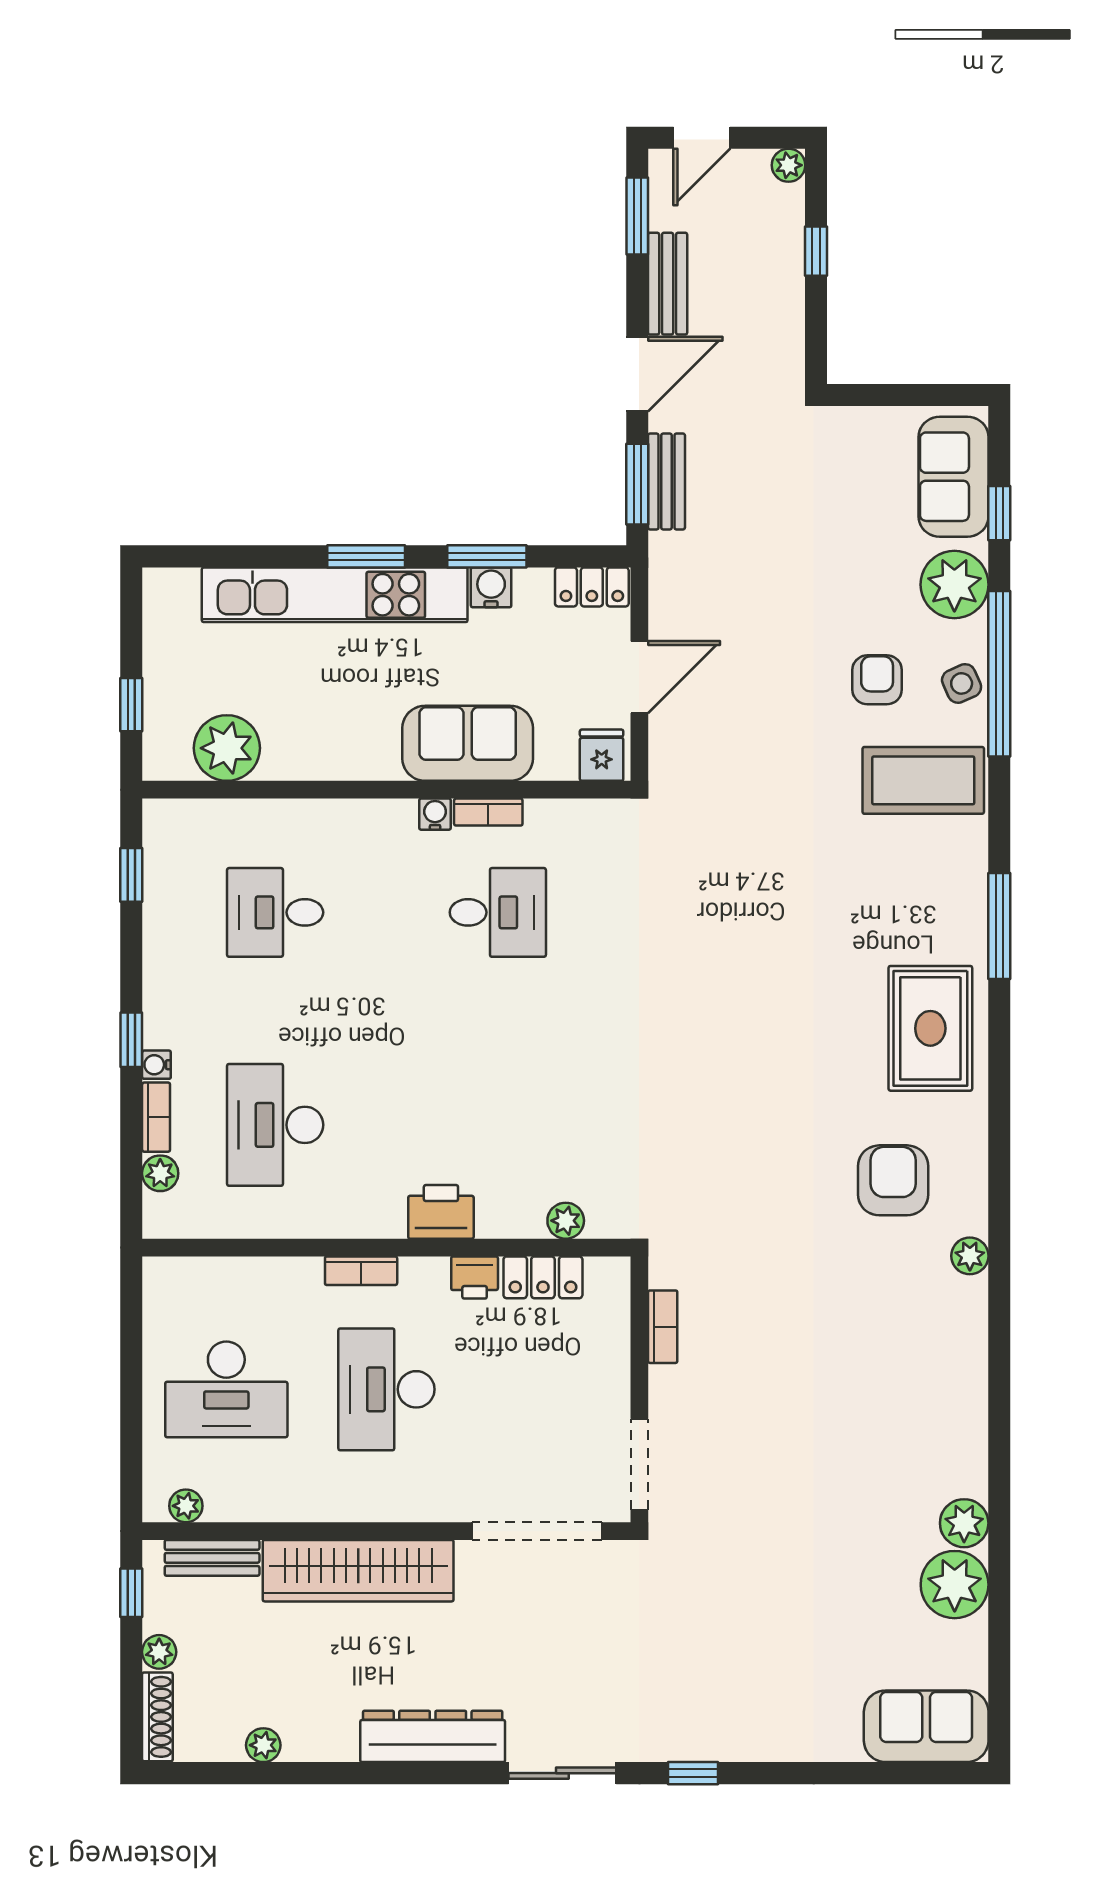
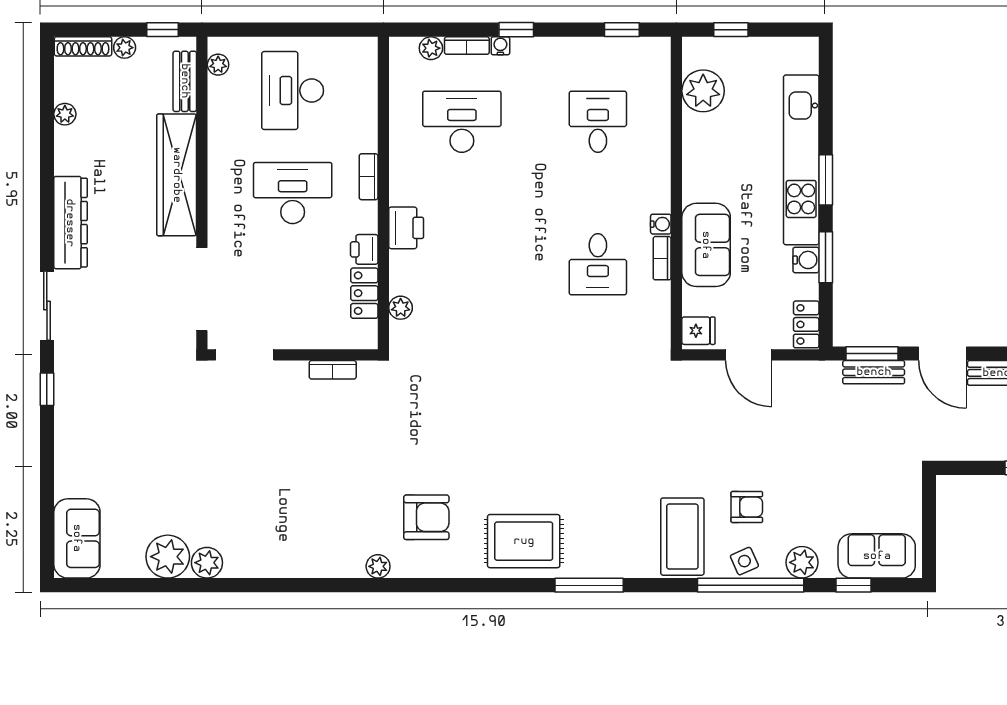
plant: (954, 585) -> (802, 562), width x0.73, depth x0.73

